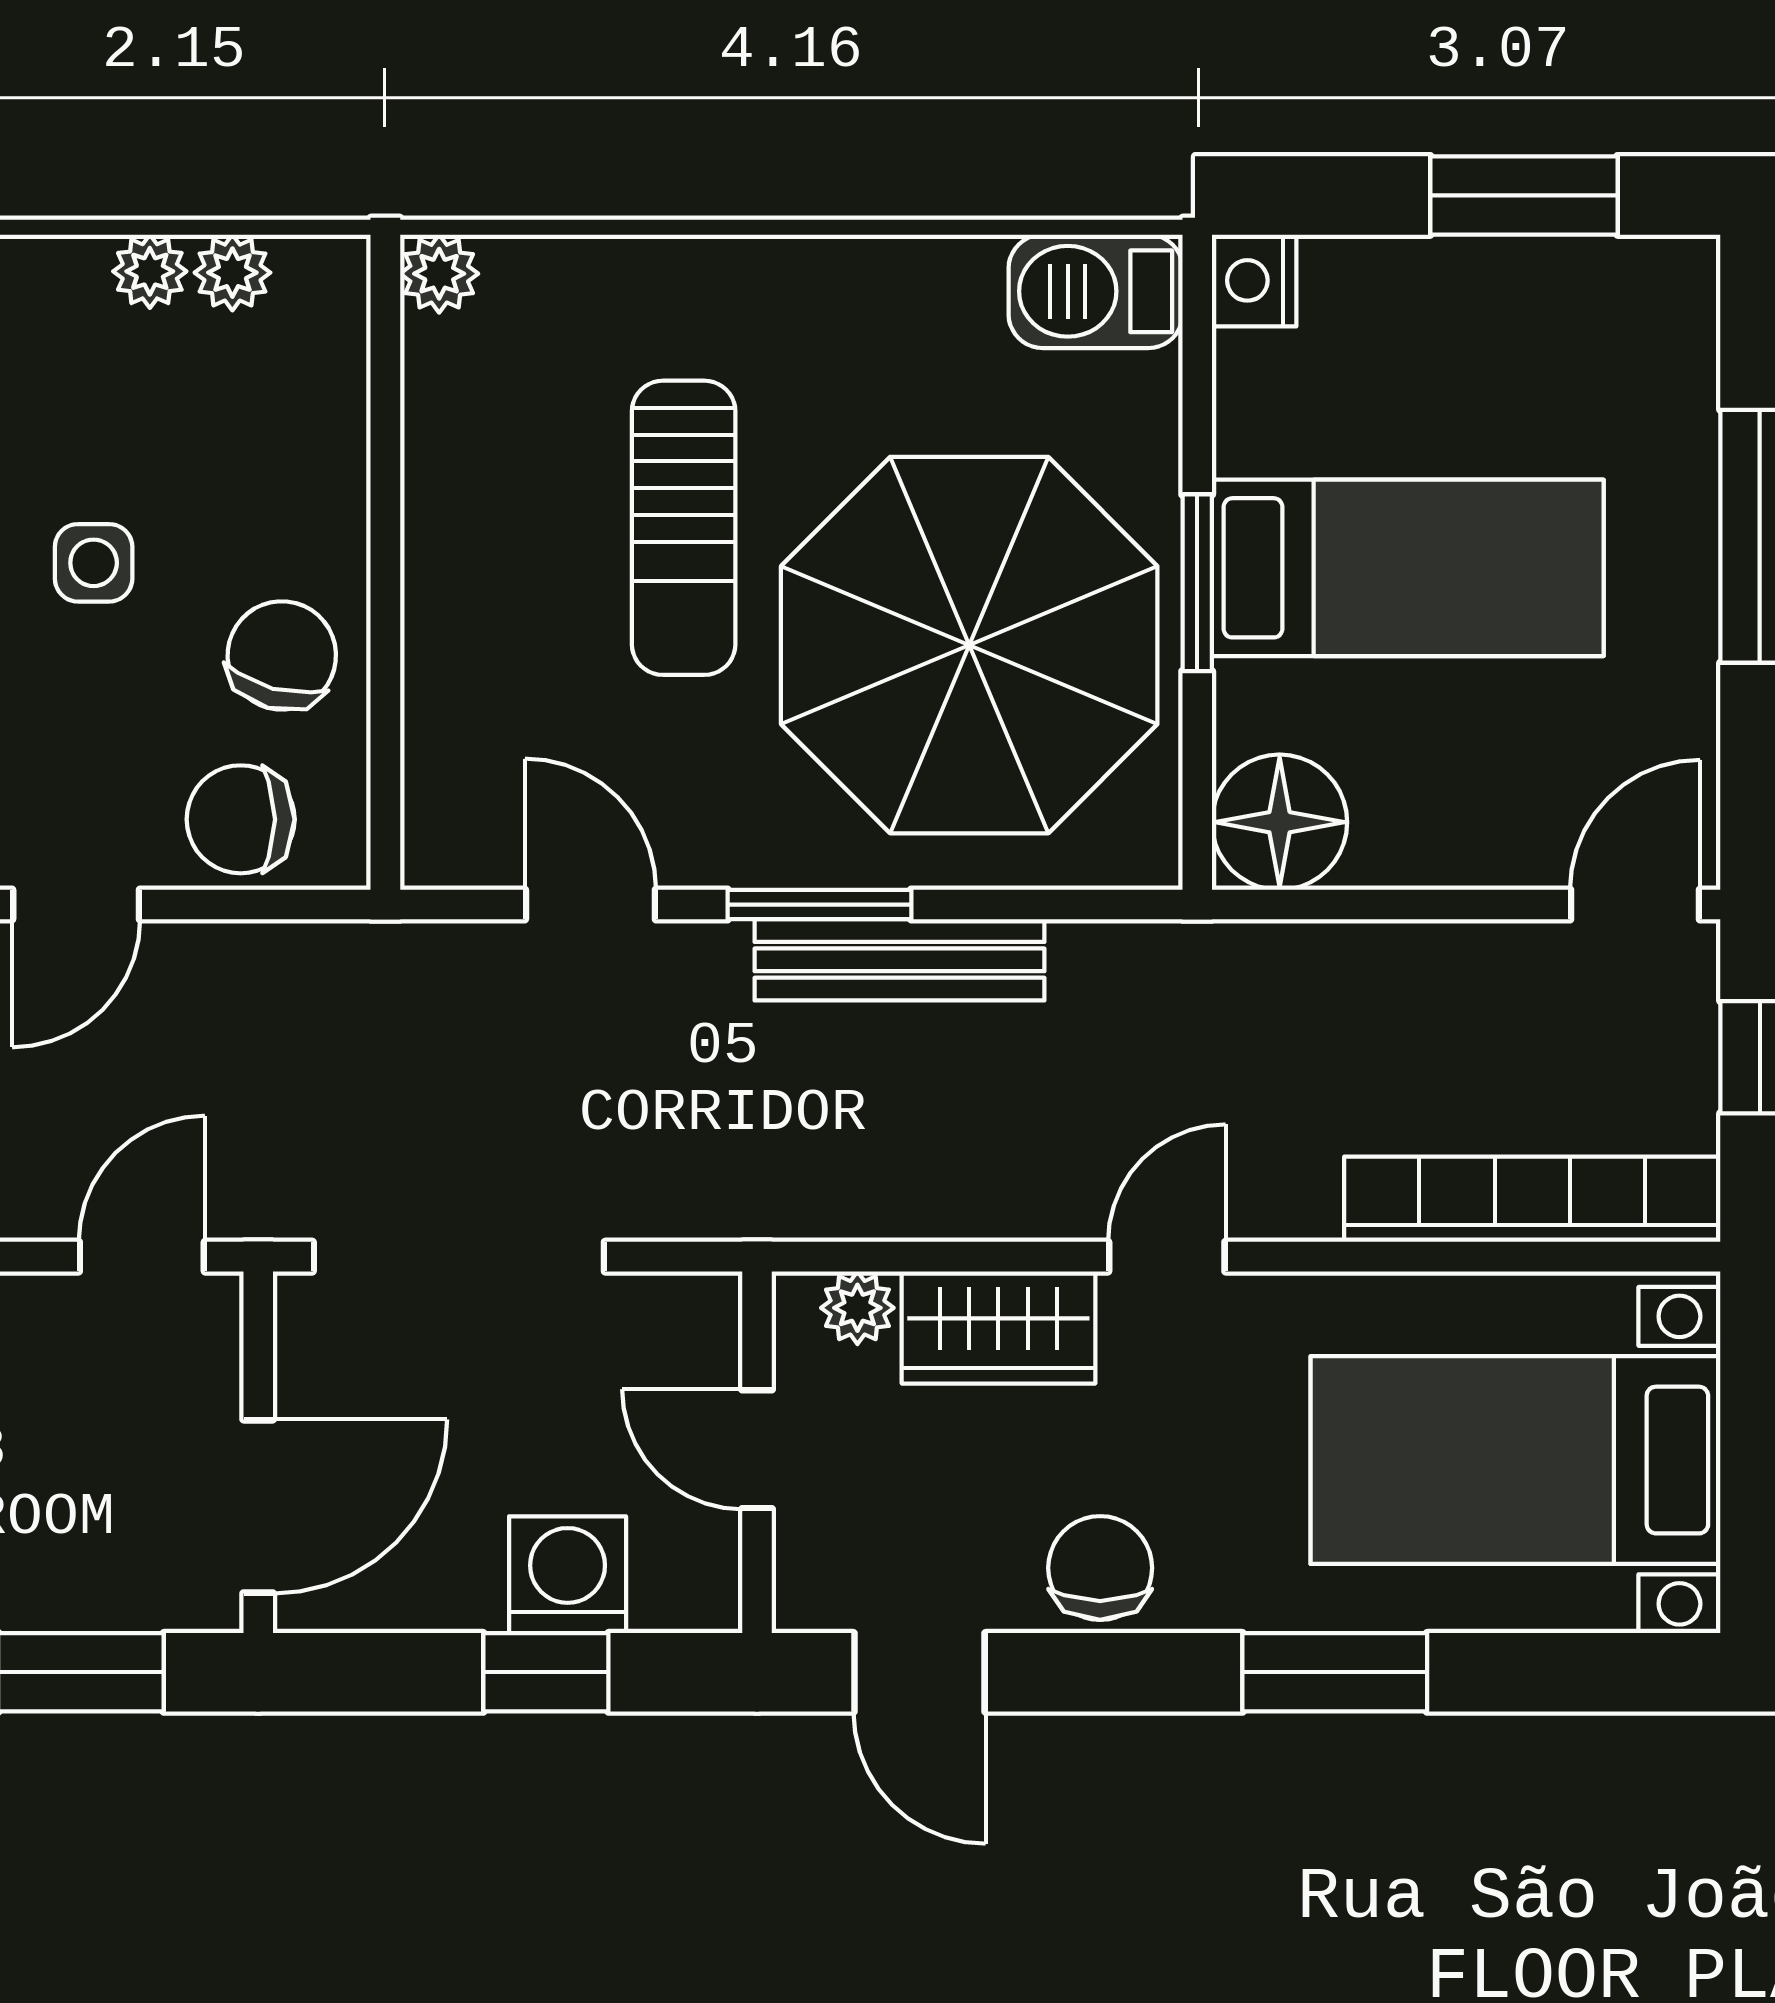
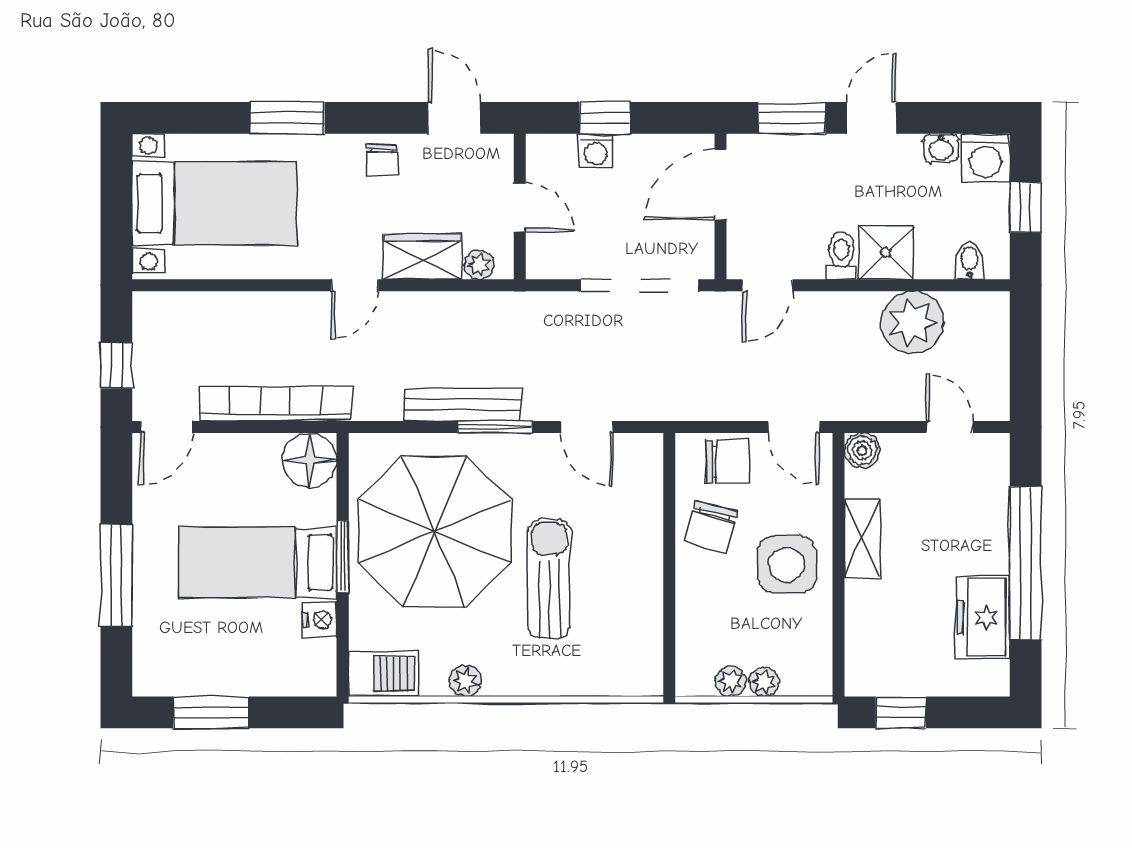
plant: (439, 274) -> (465, 681), moved
nightstand: (1254, 280) -> (320, 620), moved
side table: (94, 563) -> (787, 564), width x1.87, depth x1.87
door: (76, 905) -> (794, 427), swing flipped
bookcase: (1532, 1199) -> (276, 404), moved, turned 180
chair: (1100, 1568) -> (382, 160), width x0.73, depth x0.73
washing machine: (568, 1575) -> (596, 151), width x0.73, depth x0.73

